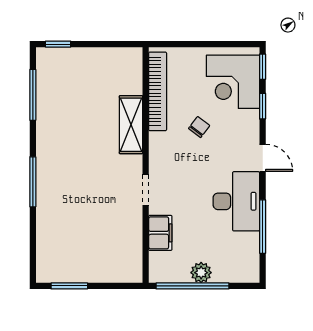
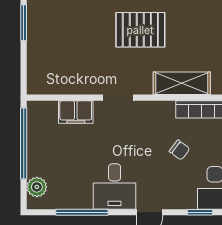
pallet: (76, 167) -> (140, 30), added
desk: (236, 201) -> (115, 186), width x0.73
plant: (201, 273) -> (37, 187), moved

